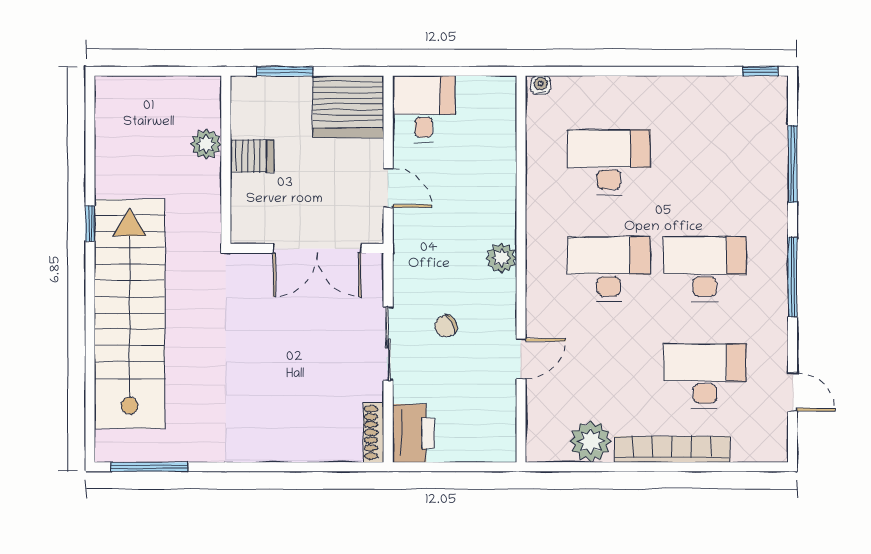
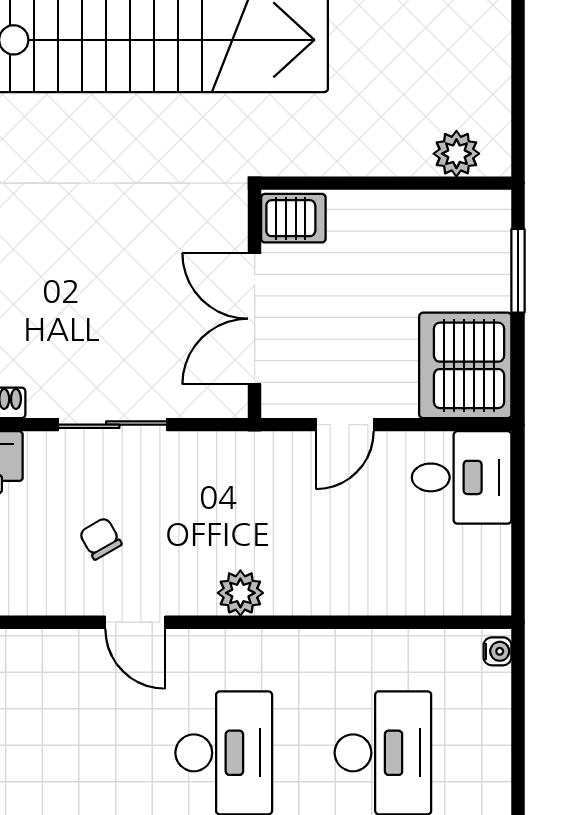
plant: (206, 144) -> (456, 154), moved
server rack: (252, 156) -> (293, 218), moved, turned -90
chair: (446, 326) -> (100, 538), moved
door: (521, 359) -> (135, 622), moved

